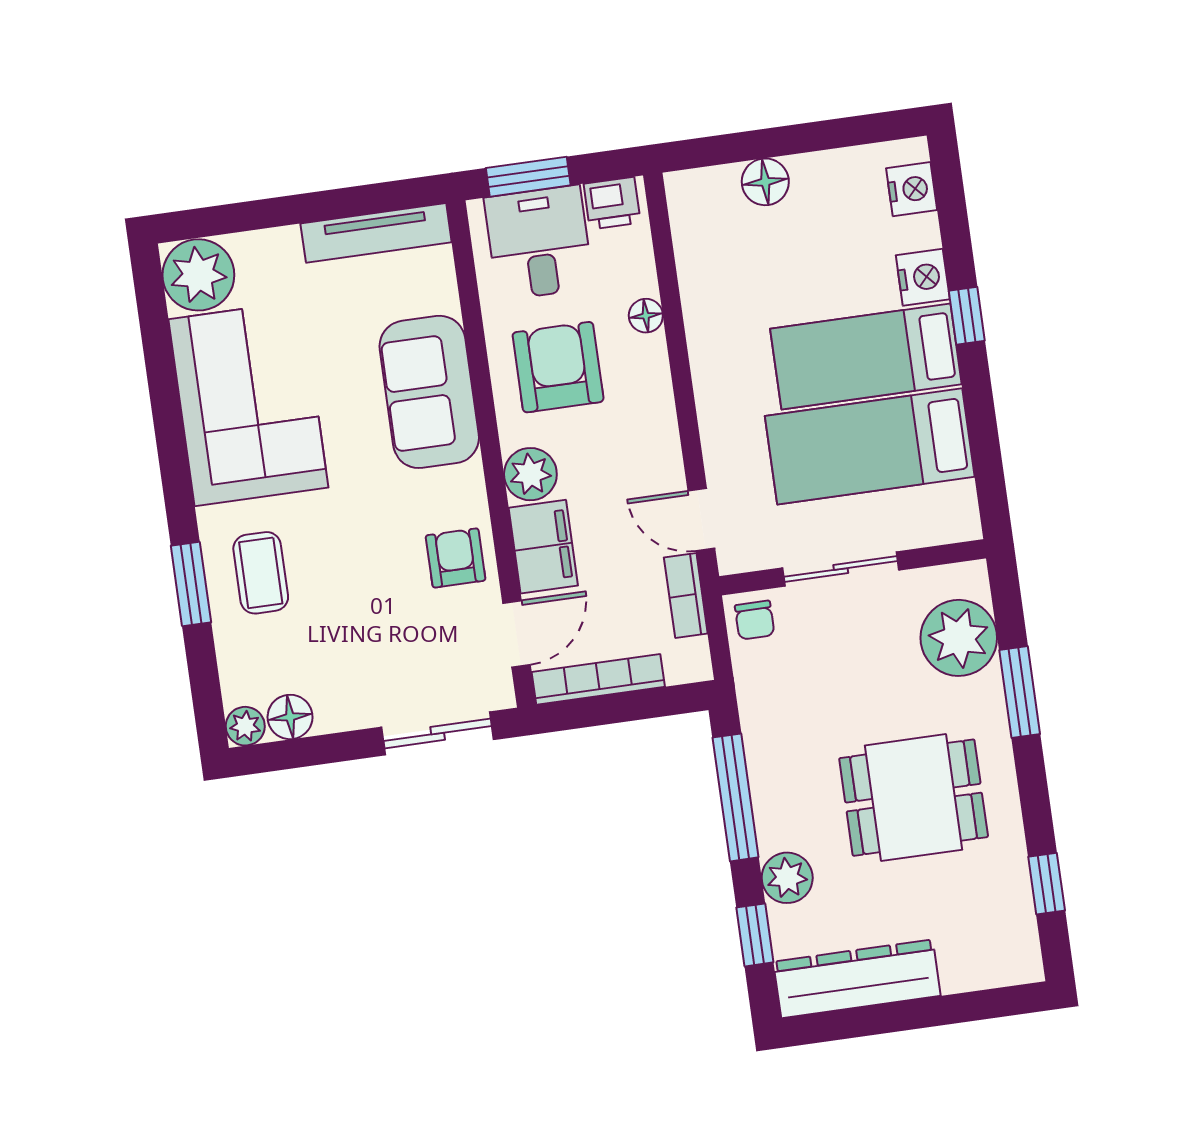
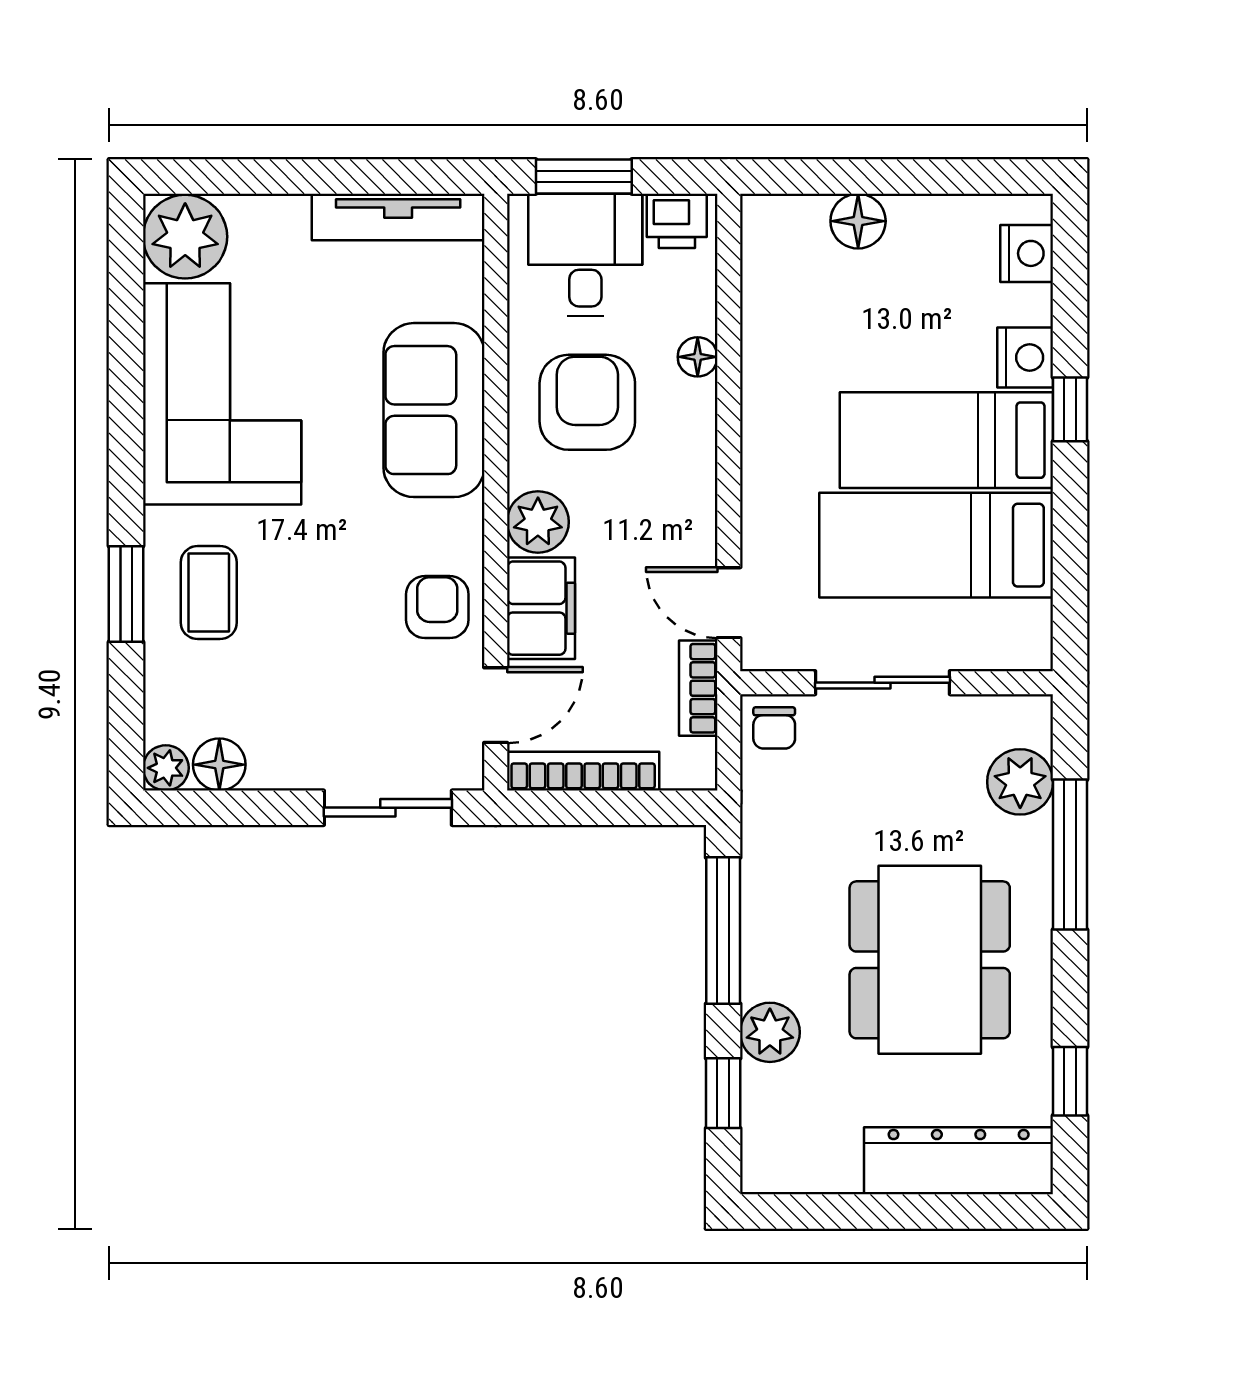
plant: (959, 638) -> (1020, 782), width x0.73, depth x0.73
window: (1020, 692) -> (1070, 855), width x1.44
dining table: (914, 798) -> (930, 960), width x1.38
dresser: (857, 979) -> (959, 1161), moved

